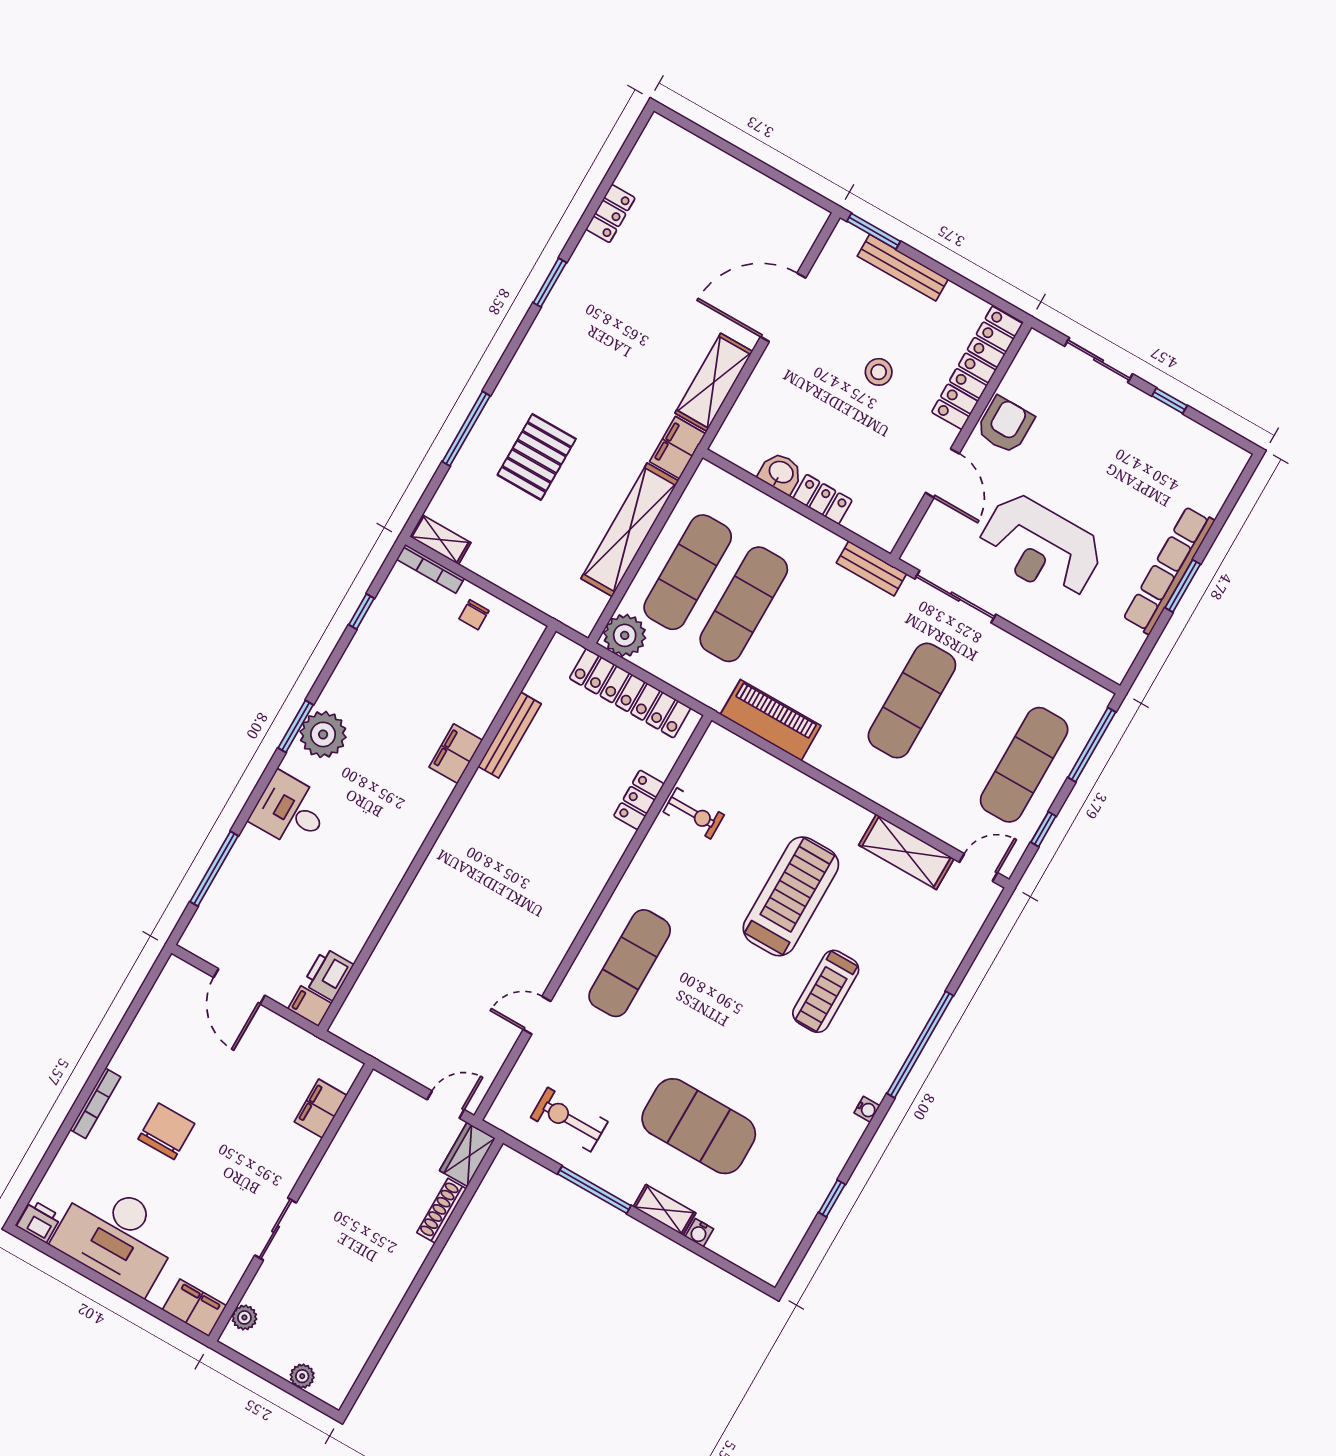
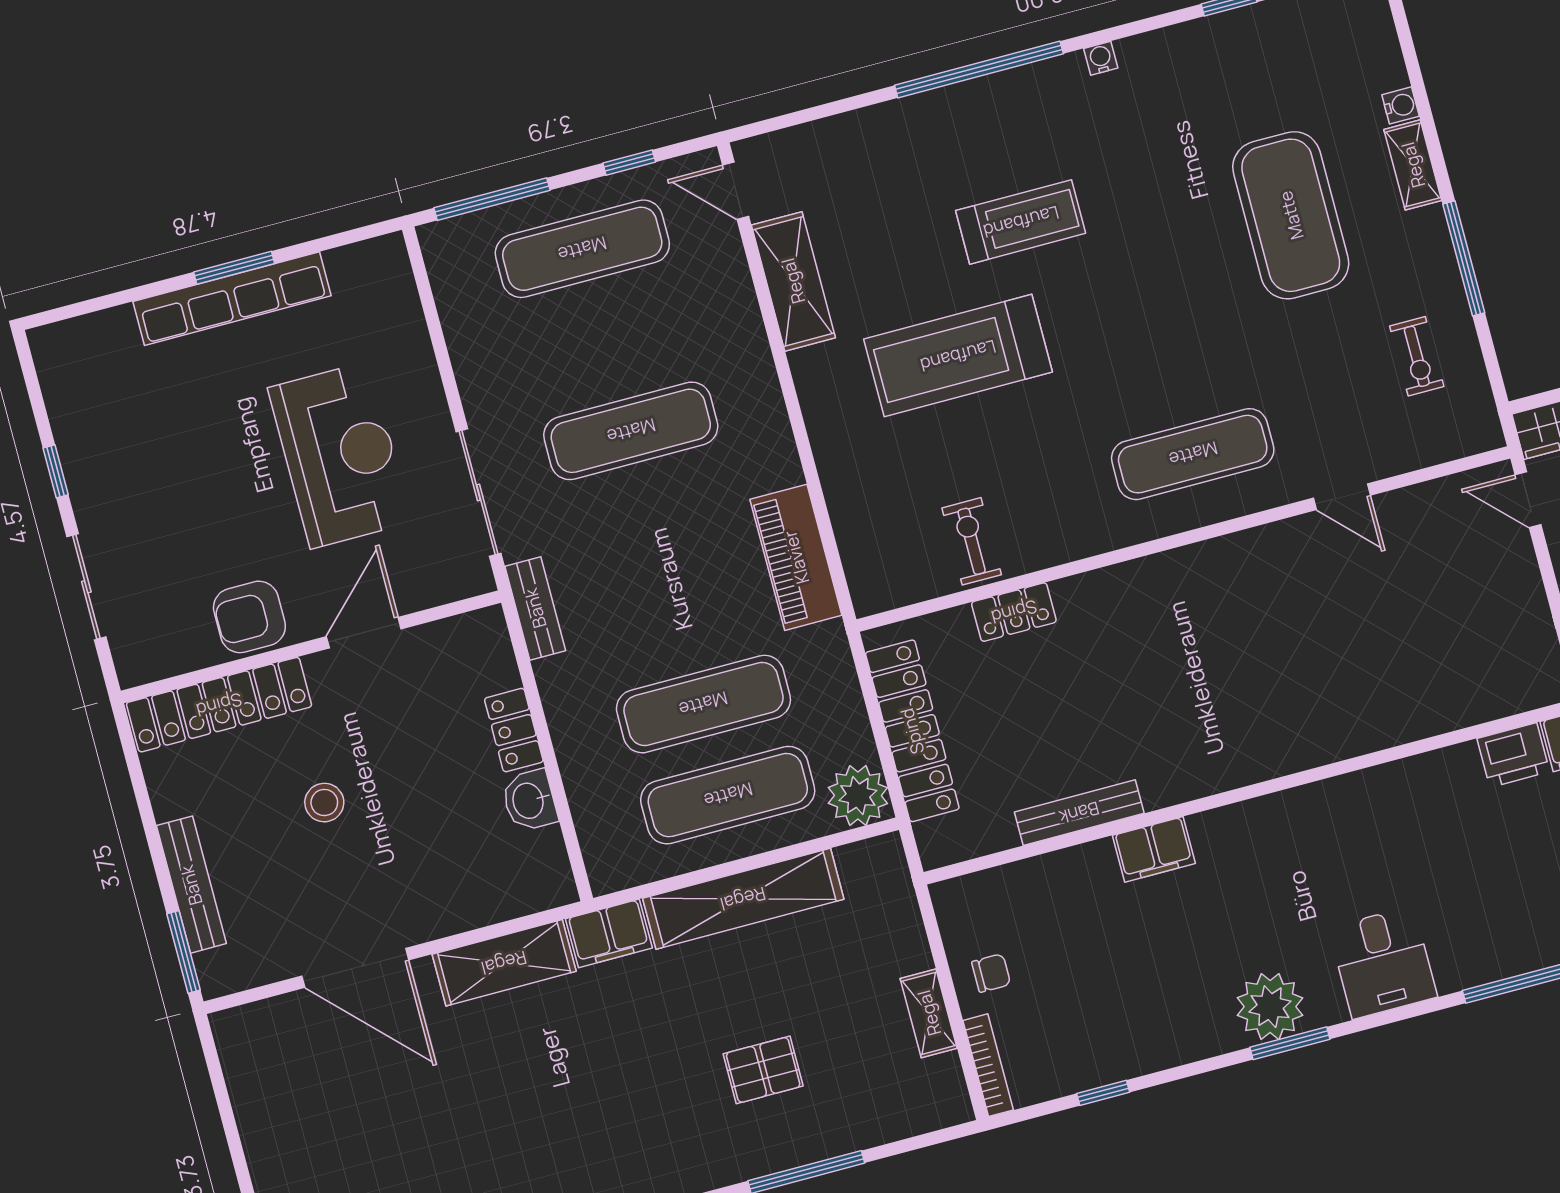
pallet: (537, 457) -> (763, 1070), width x0.67, depth x0.71
shelving: (440, 540) -> (929, 1013), moved
exercise bike: (569, 1120) -> (1417, 356), width x0.73, depth x0.72

